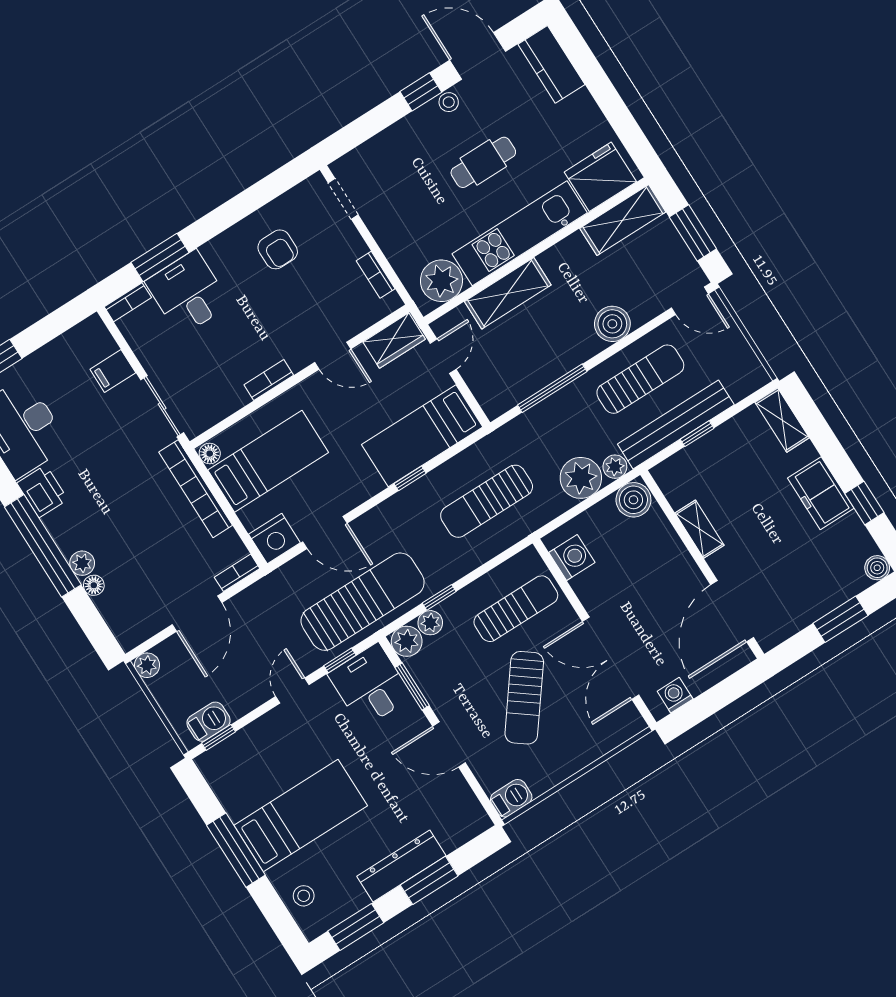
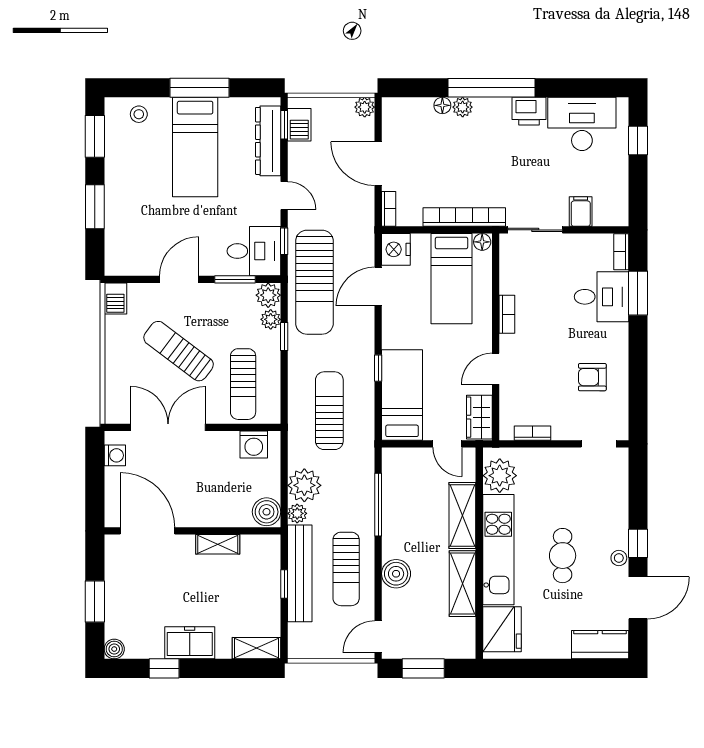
shelving: (623, 220) -> (462, 584), moved
dresser: (401, 866) -> (268, 141), moved, turned 180

